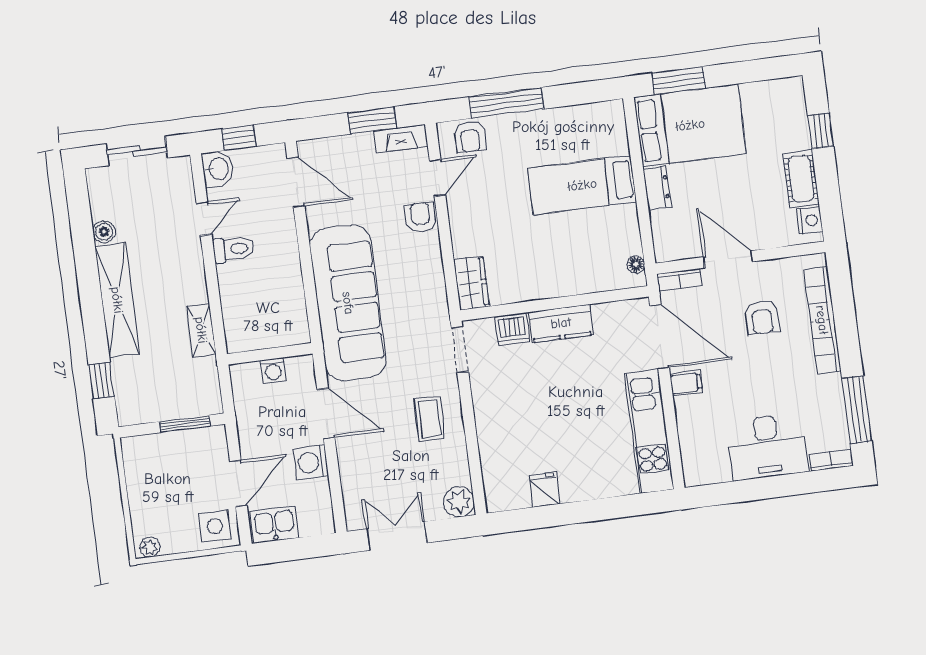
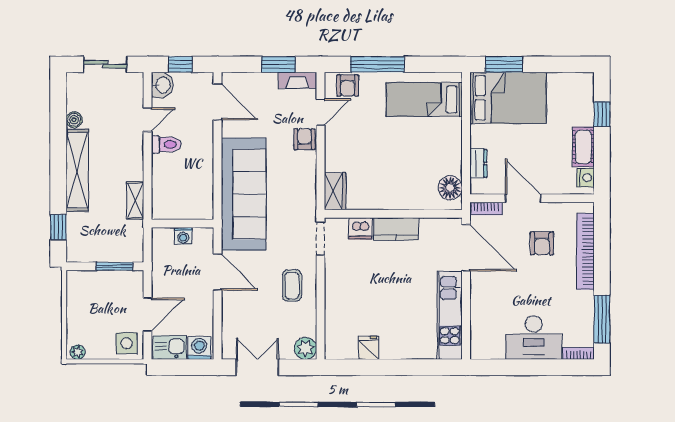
bed: (582, 185) -> (424, 100), moved
dresser: (657, 188) -> (478, 163), moved
floor lamp: (636, 264) -> (450, 188), width x1.89, depth x1.89
filing cabinet: (686, 383) -> (481, 284), removed
washing machine: (311, 462) -> (199, 348), moved, turned 90

